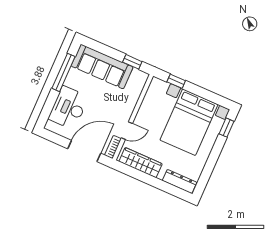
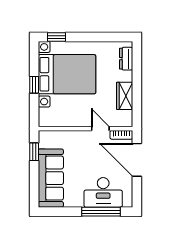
window: (63, 72) -> (101, 212), moved
window: (176, 81) -> (34, 85), moved
wardrobe: (141, 163) -> (125, 96), width x0.67
dresser: (180, 181) -> (126, 59), width x0.70

